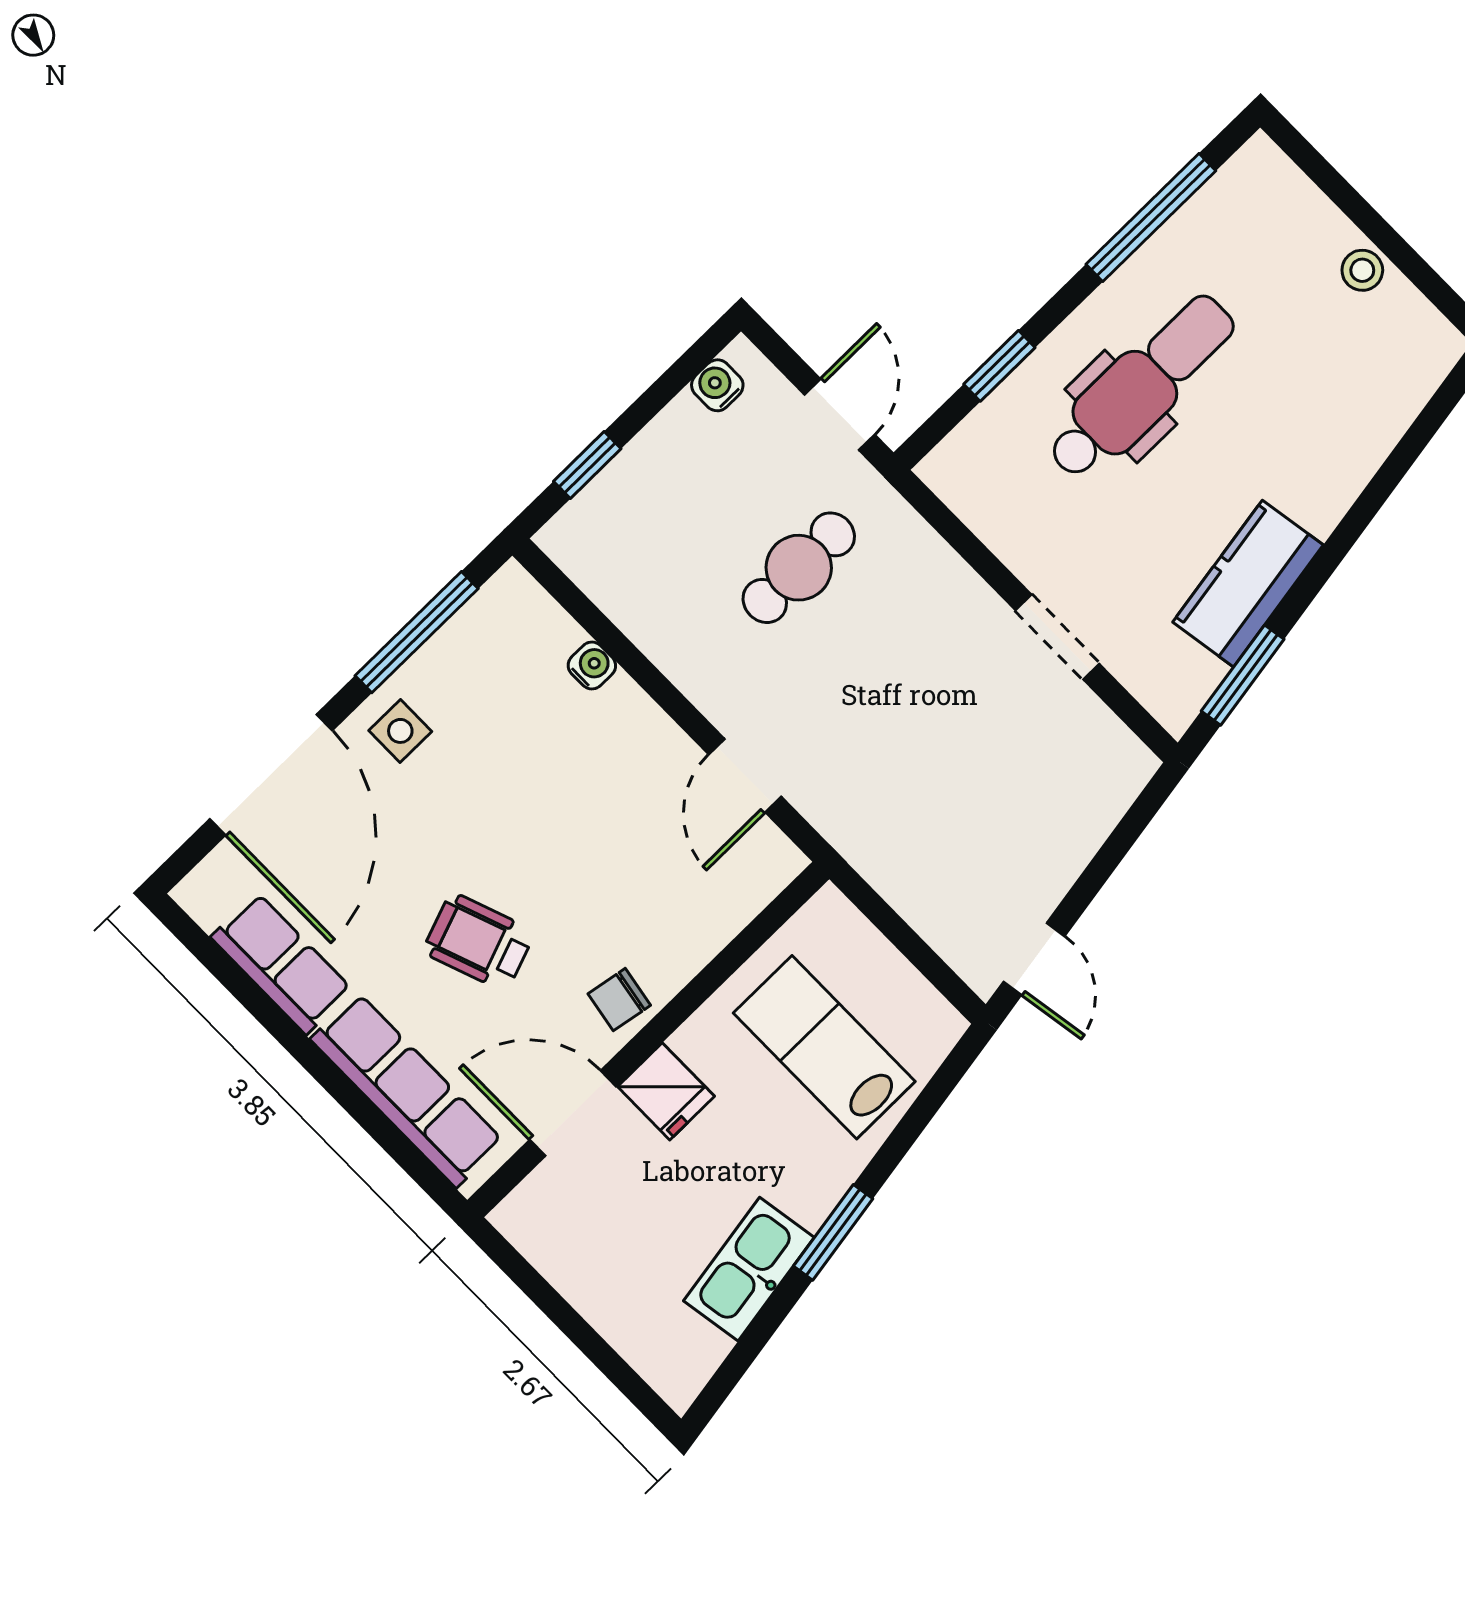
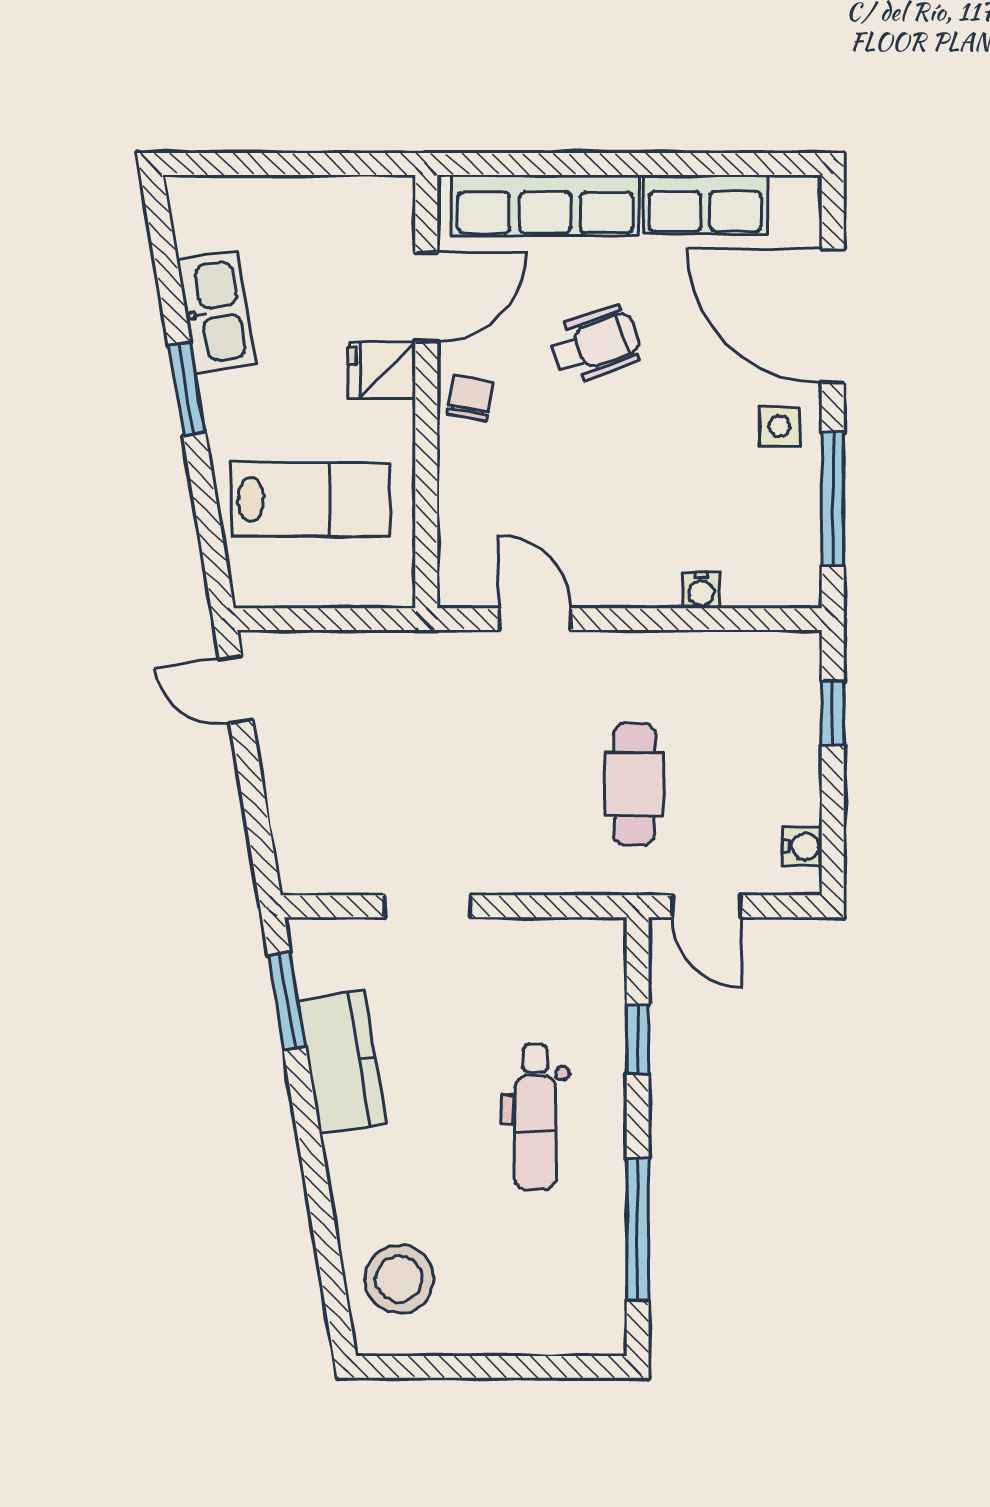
stool: (1362, 270) -> (399, 1279), moved, width x1.89, depth x1.89
dental chair: (1141, 387) -> (535, 1117), width x0.73, depth x0.72

